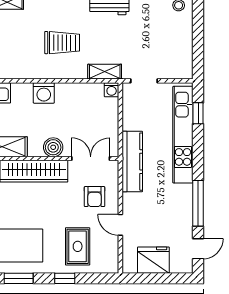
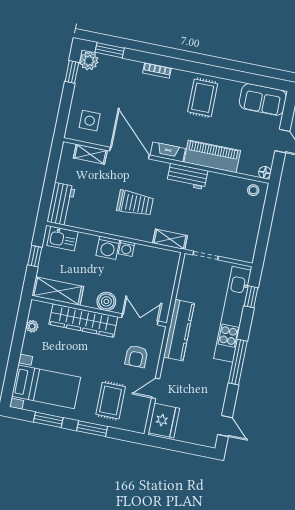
washing machine: (112, 90) -> (126, 248), moved
window: (198, 203) -> (238, 362), moved
door: (120, 225) -> (156, 388), hinge flipped
door: (198, 249) -> (225, 426), hinge flipped
fridge: (153, 260) -> (164, 420), moved, turned 90
window: (65, 278) -> (92, 429), width x1.50

